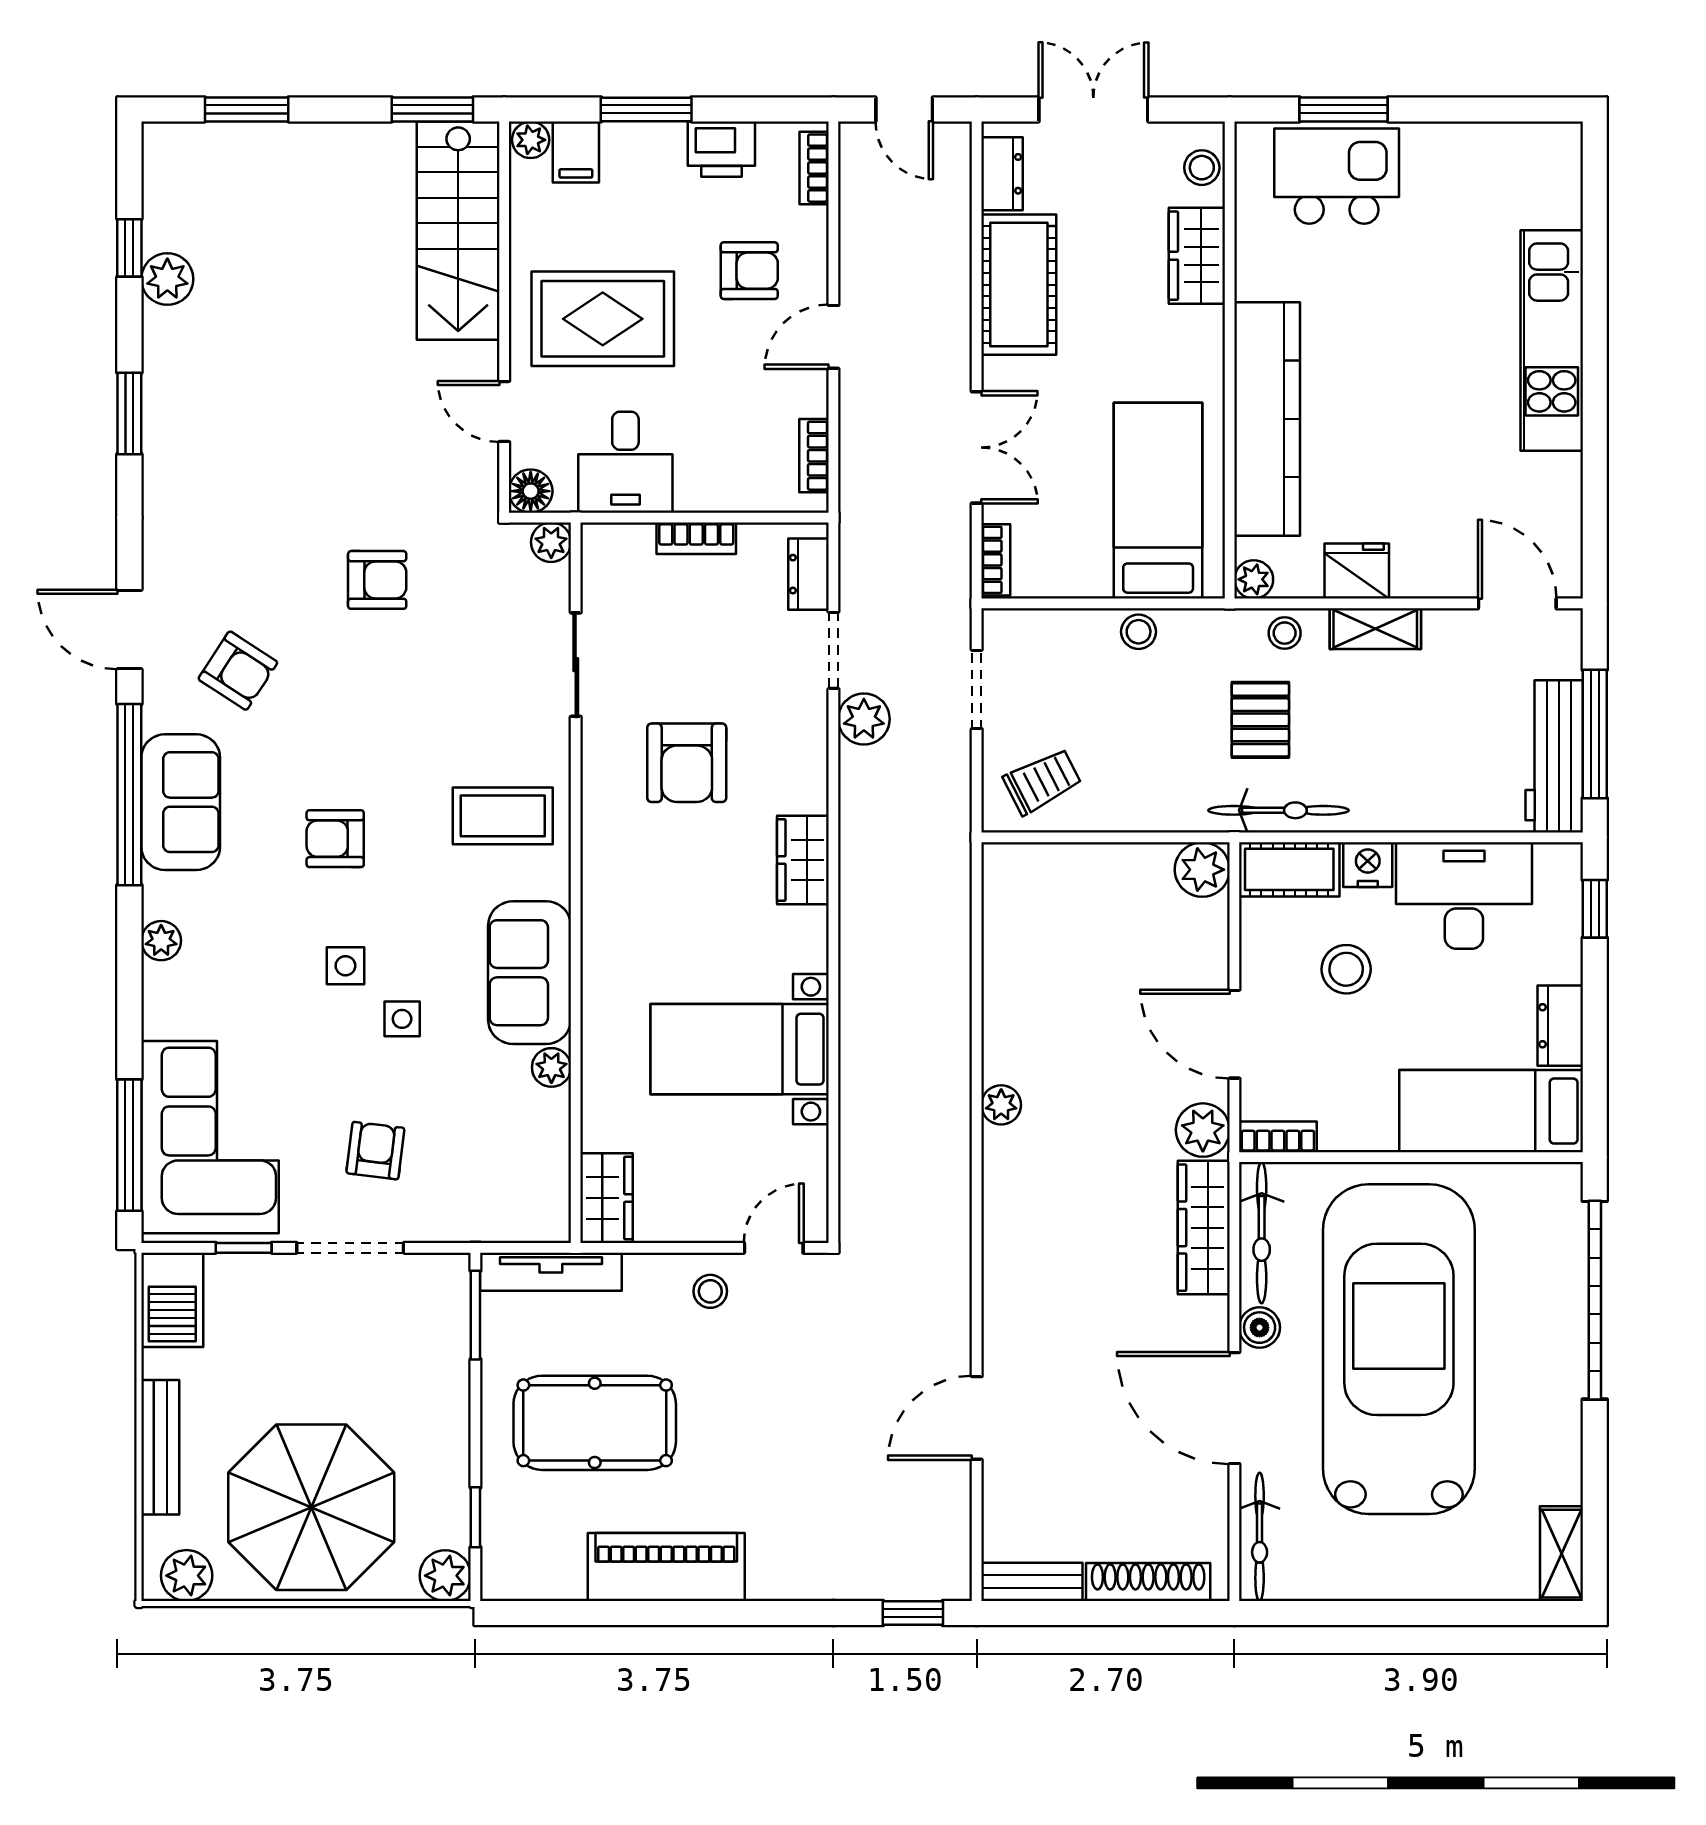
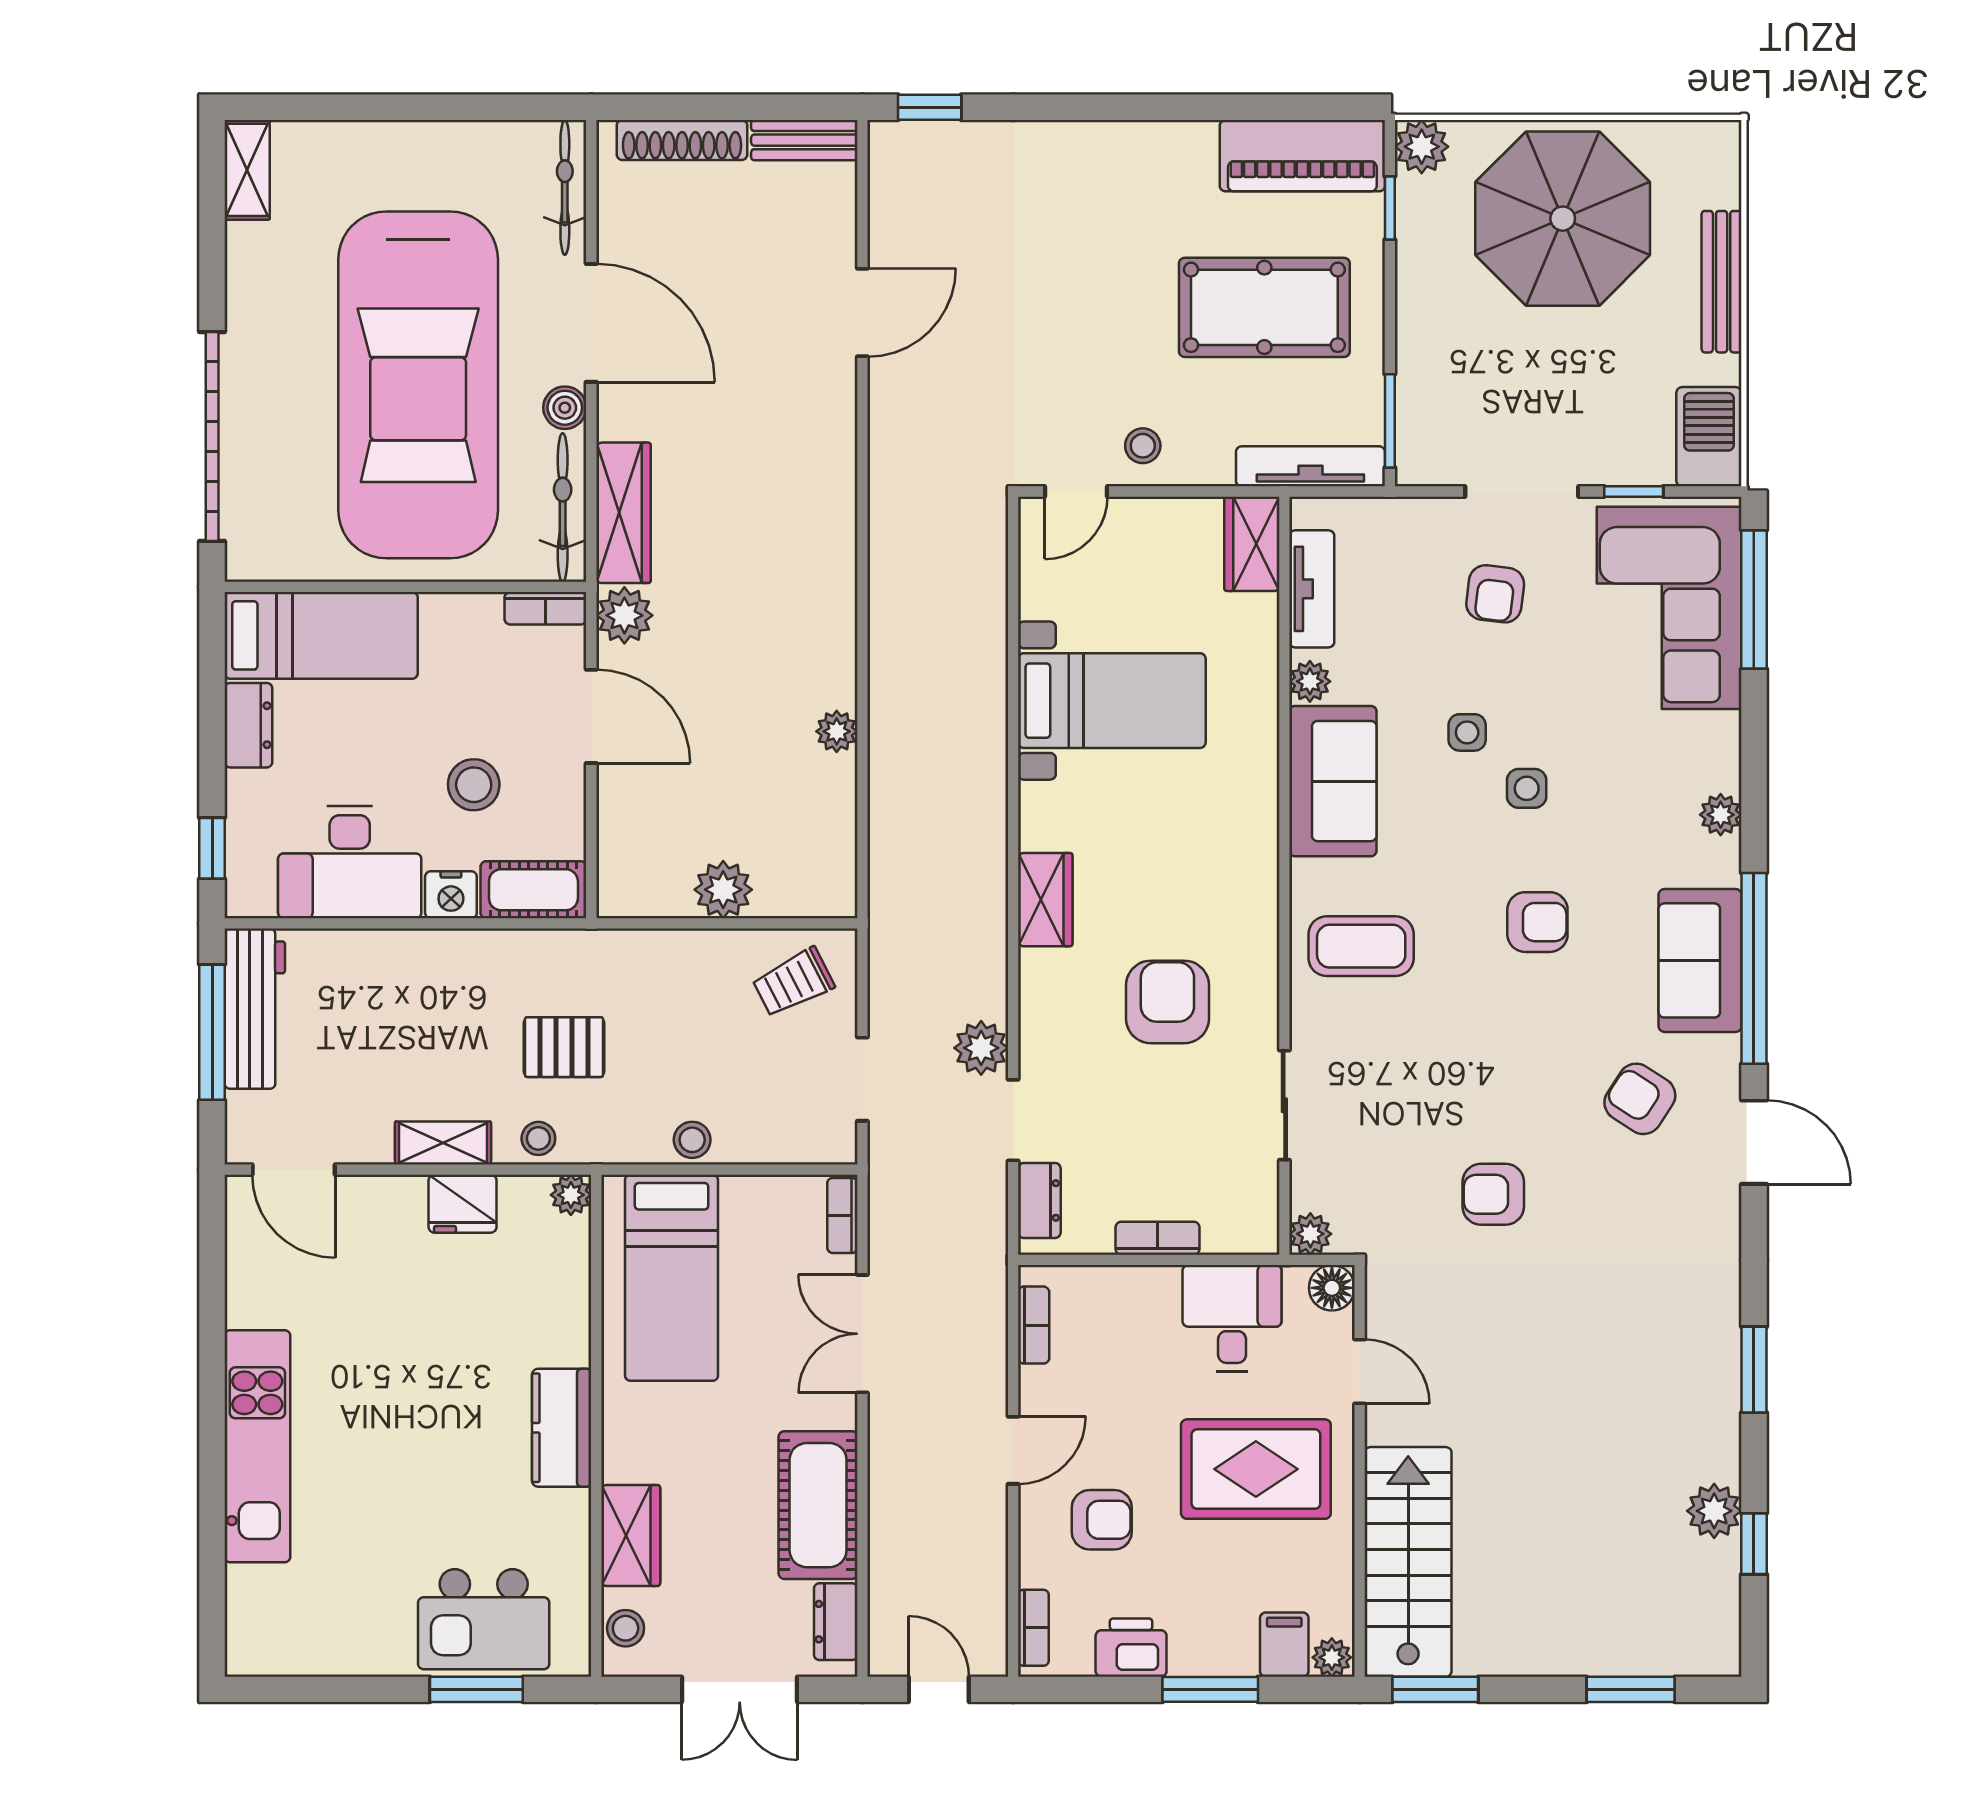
armchair: (749, 271) -> (1102, 1520), turned 180
kitchen counter: (1267, 419) -> (562, 1428), width x0.48, depth x0.86
pallet: (1260, 720) -> (564, 1047), turned 90
bicycle: (1278, 810) -> (545, 952), removed
plant: (1202, 870) -> (723, 890), moved
plant: (1001, 1105) -> (837, 731), moved
tv unit: (550, 1155) -> (1312, 589), added
piano: (666, 1567) -> (1302, 156), moved
plant: (187, 1576) -> (1694, 147), removed

